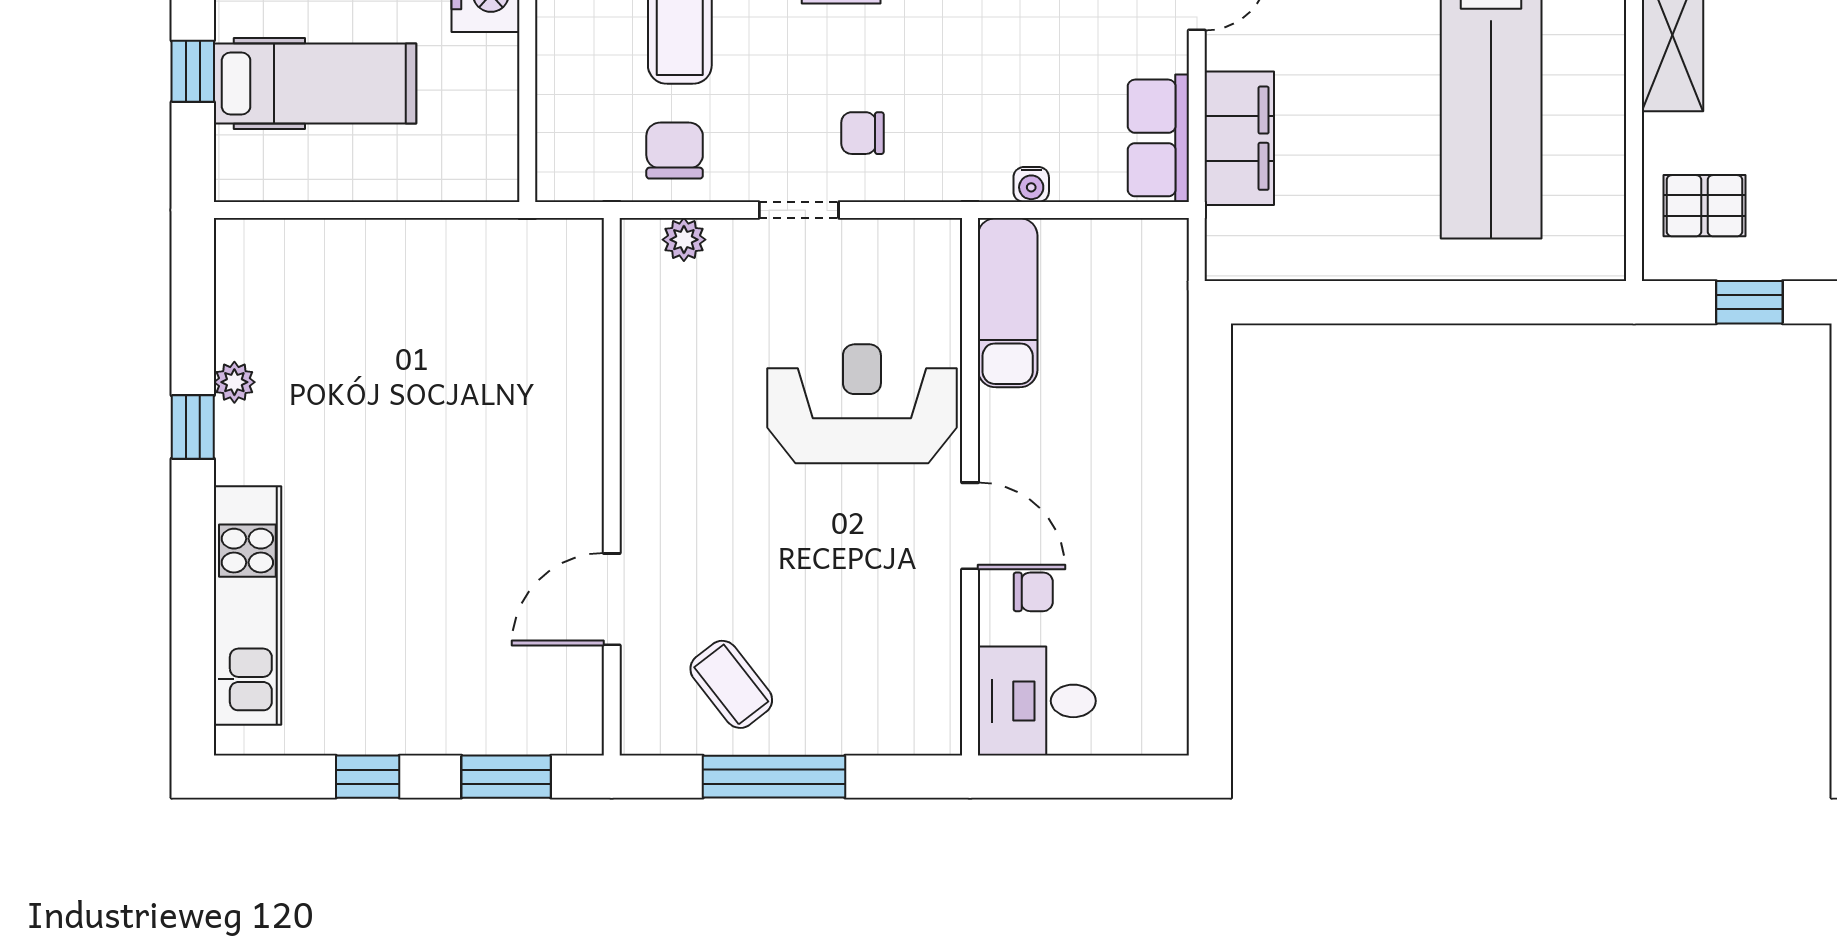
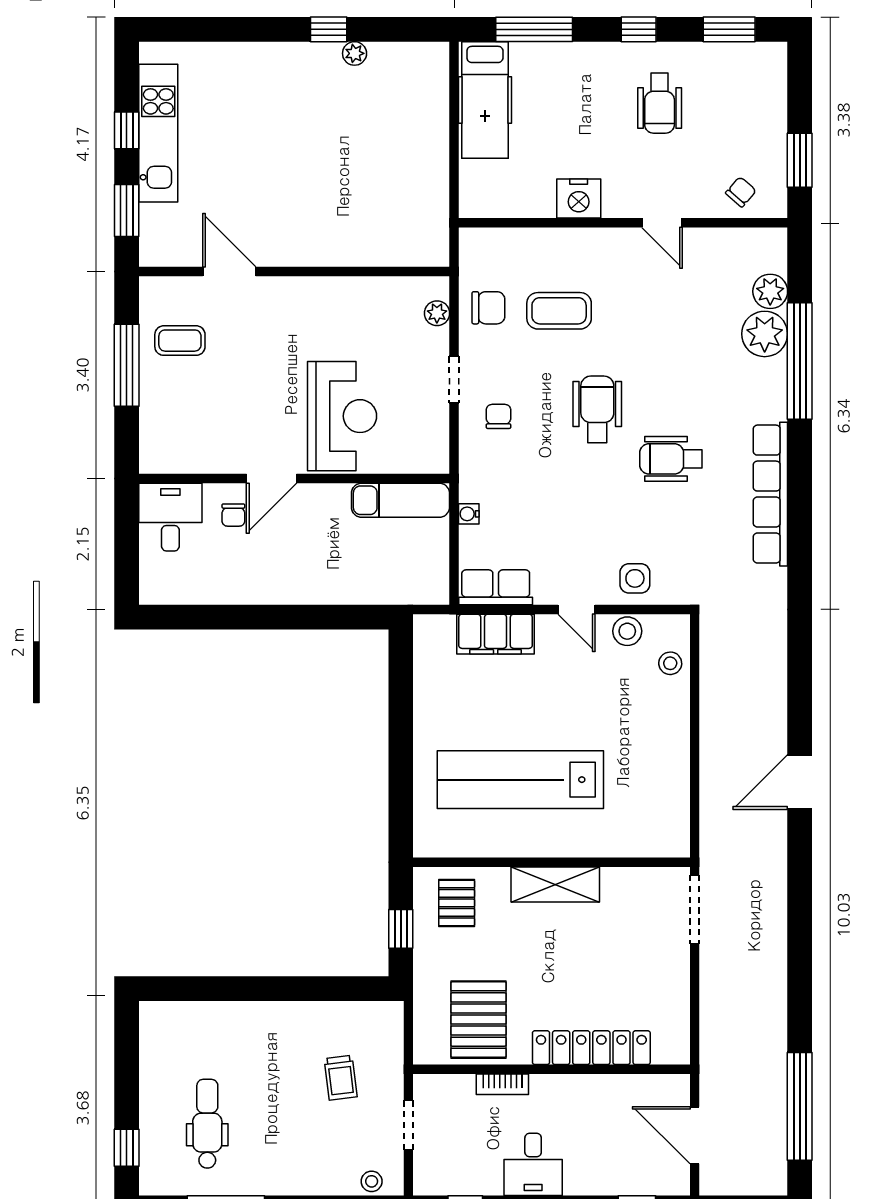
window: (193, 71) -> (534, 29), width x2.17
hospital bed: (315, 83) -> (485, 100), moved
kitchen unit: (247, 605) -> (158, 133), moved, turned -90
coffee table: (731, 684) -> (180, 341), turned 38

